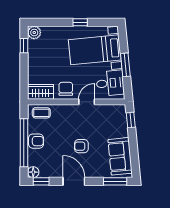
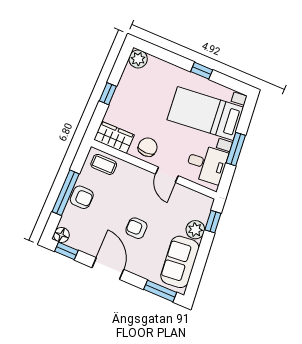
window: (24, 46) -> (108, 94), moved
door: (87, 102) -> (167, 175), swing flipped
plant: (121, 130) -> (195, 230), added
window: (24, 143) -> (66, 193), width x0.68

